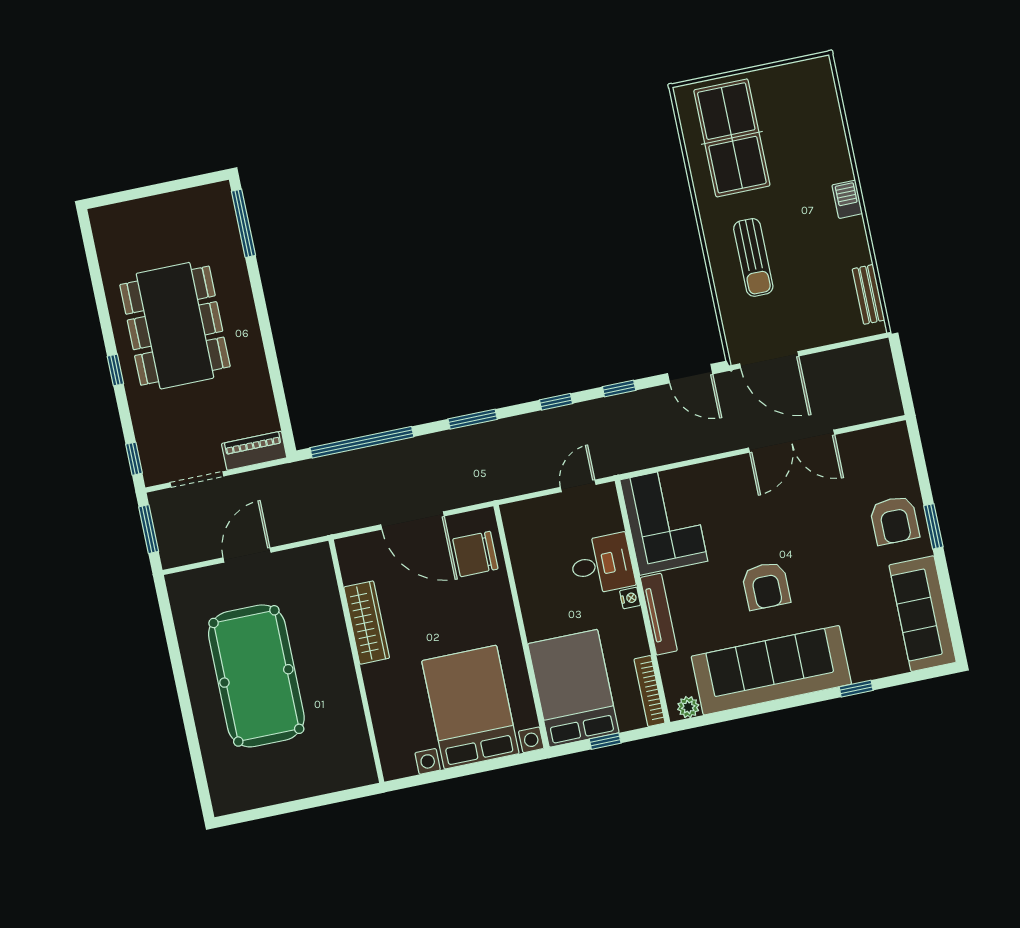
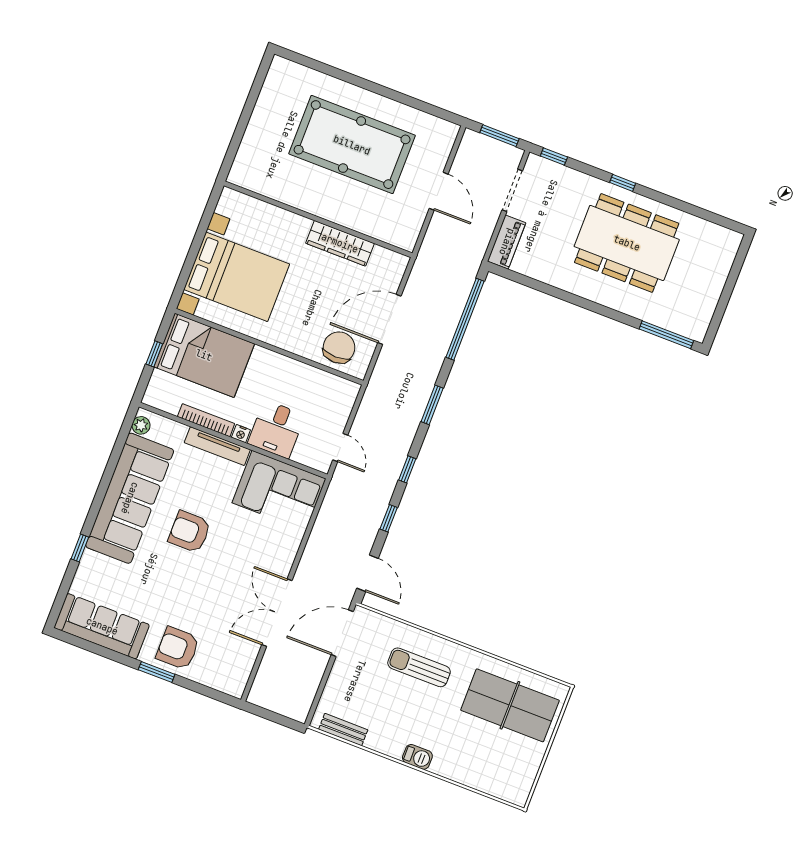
door: (690, 374) -> (367, 573), swing flipped
bookcase: (649, 691) -> (206, 420), moved

